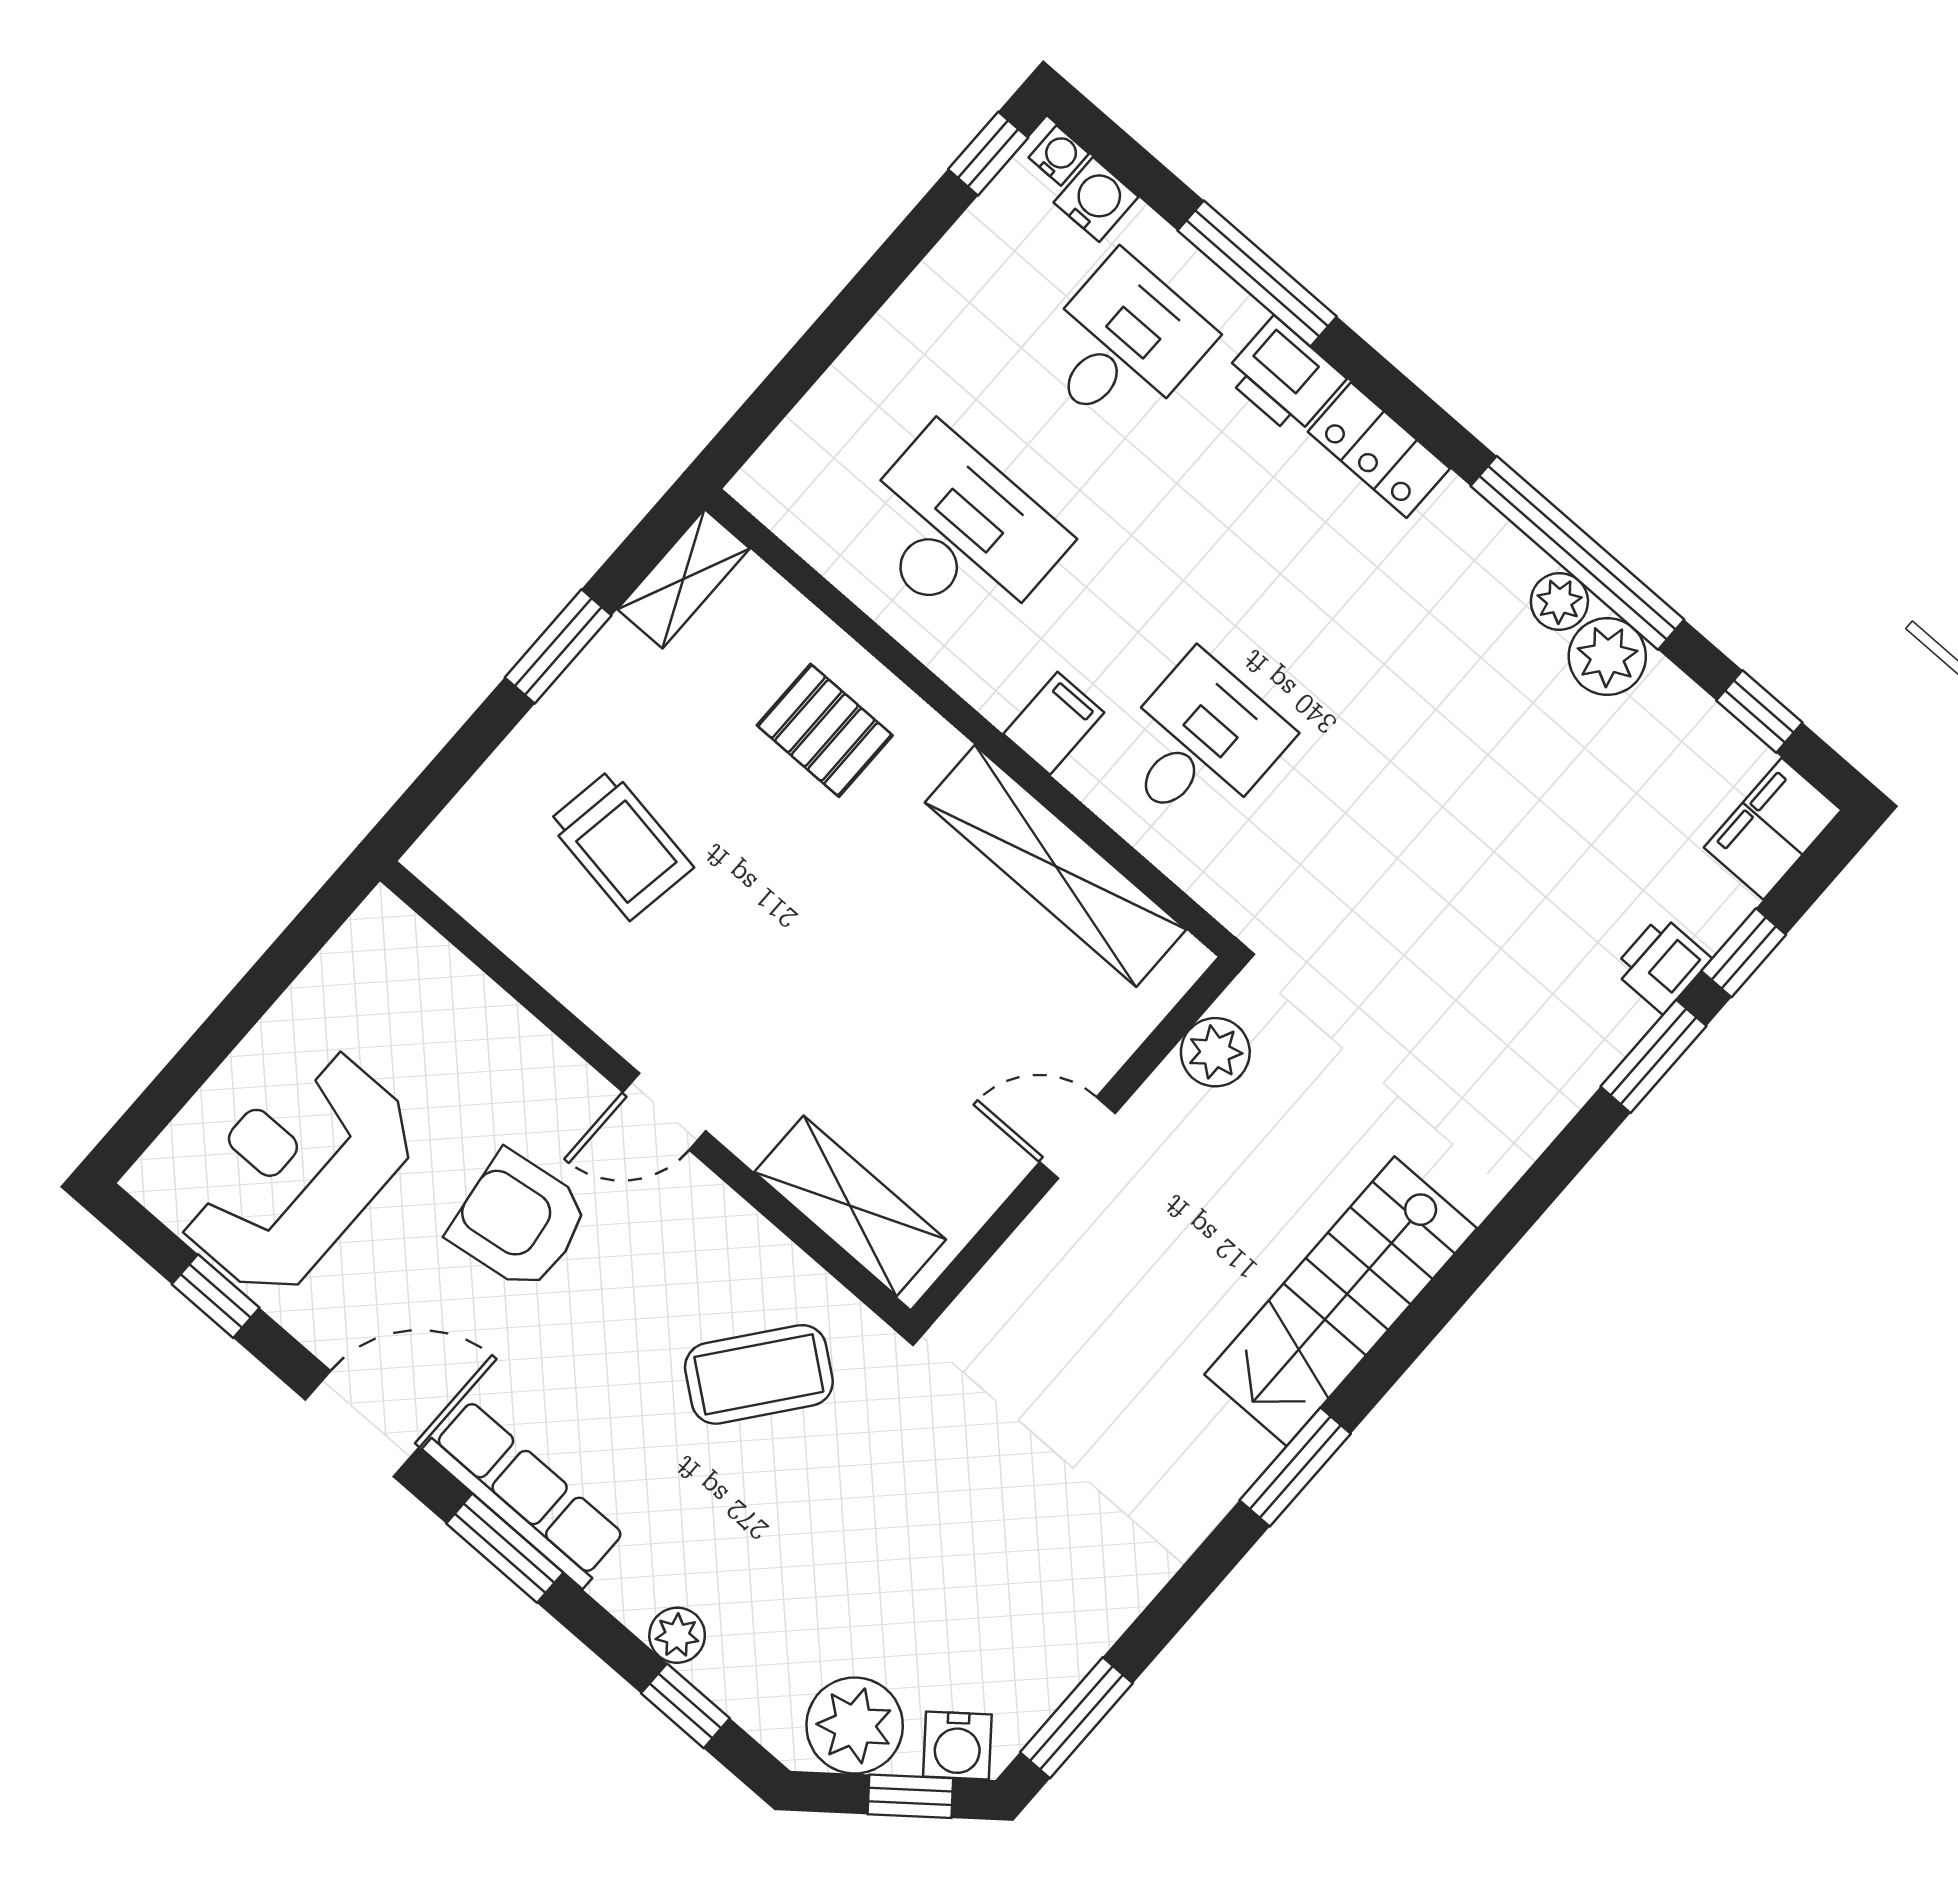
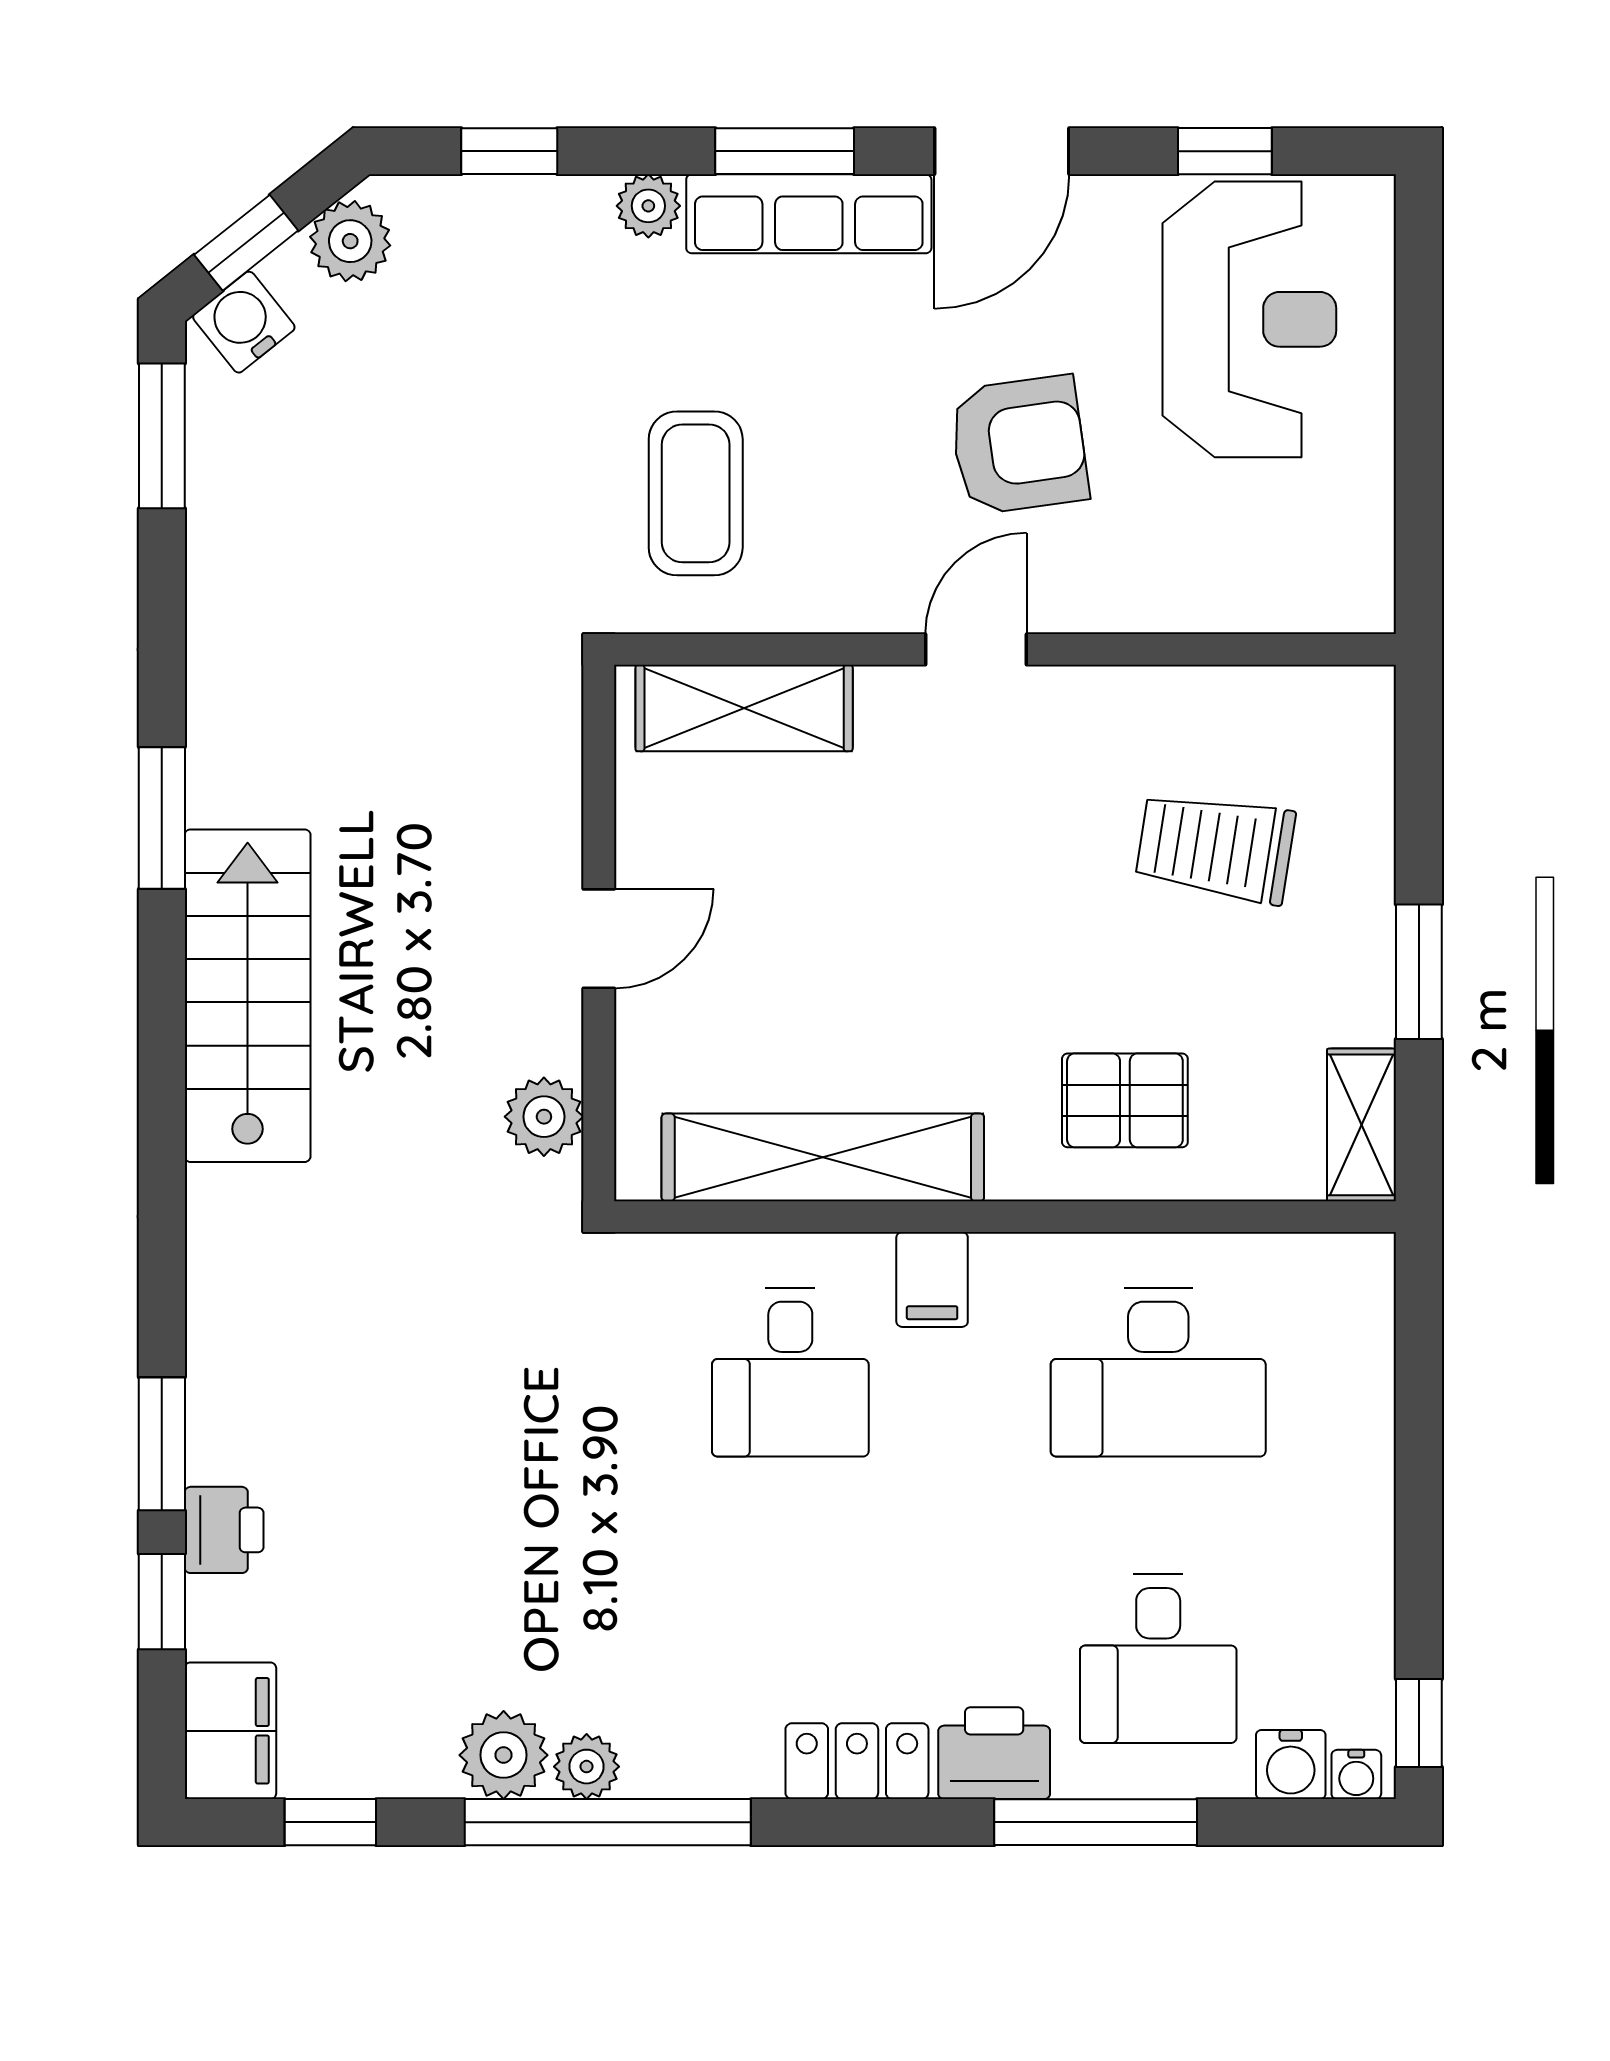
coffee table: (759, 1374) -> (696, 493), turned -38
plant: (677, 1635) -> (648, 206), moved
plant: (855, 1725) -> (350, 241), width x0.73, depth x0.73

